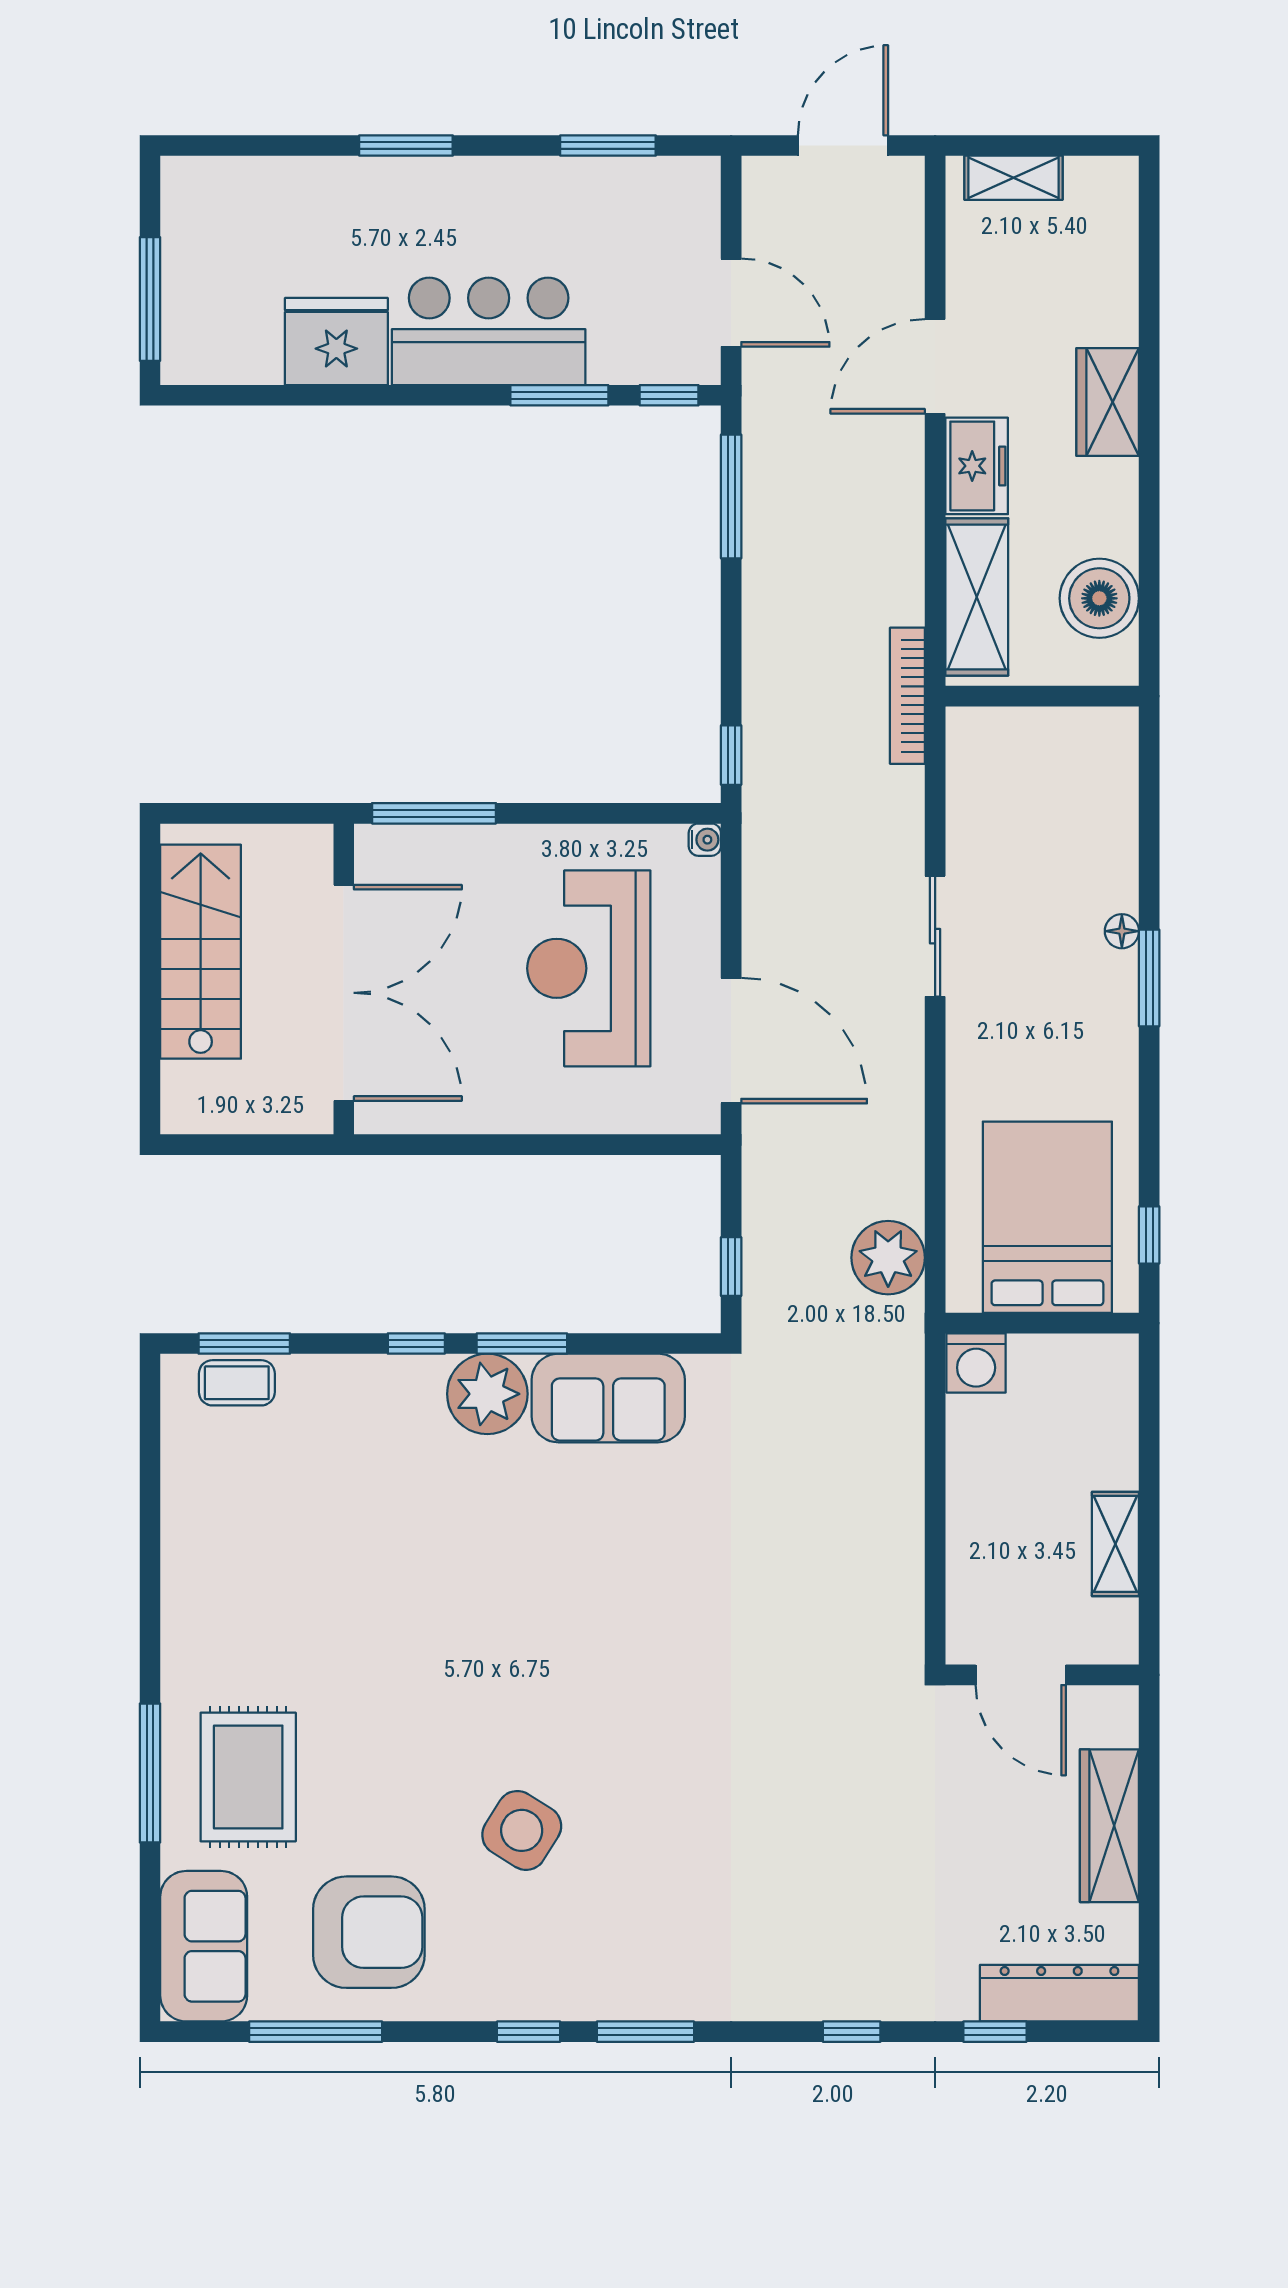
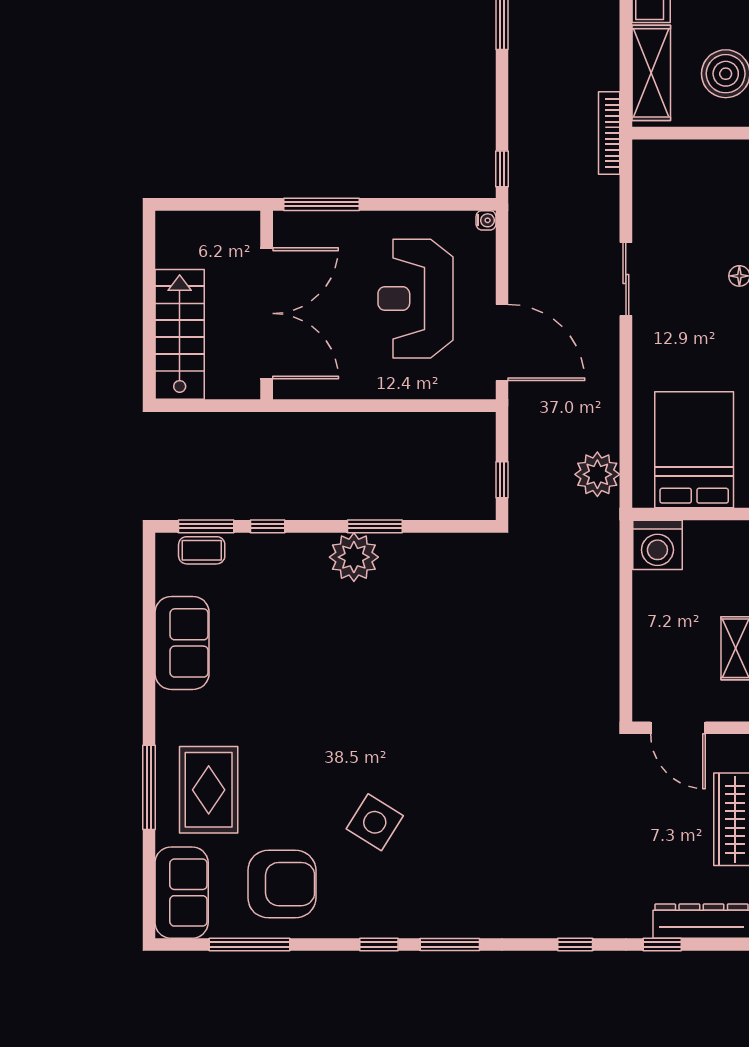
stairs: (201, 952) -> (180, 334), moved
window: (416, 1343) -> (268, 526), moved
washing machine: (976, 1363) -> (657, 545), width x1.37, depth x1.37
sofa: (608, 1398) -> (182, 643), moved, turned -90

